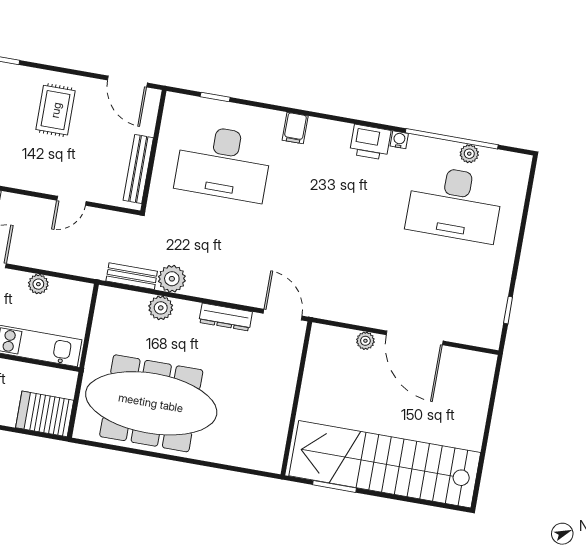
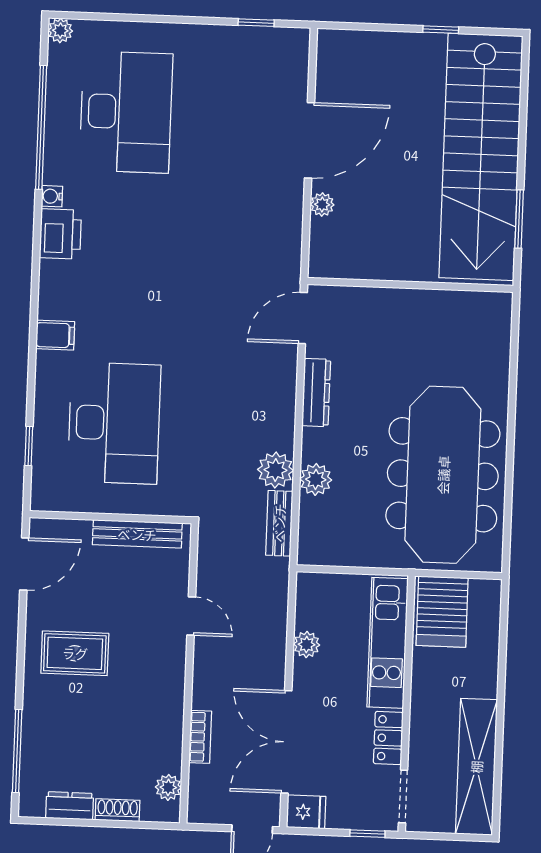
plant: (469, 154) -> (60, 31), moved
server rack: (45, 414) -> (442, 612), moved
window: (484, 447) -> (441, 30), added

